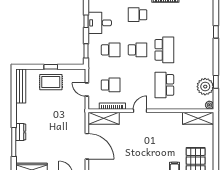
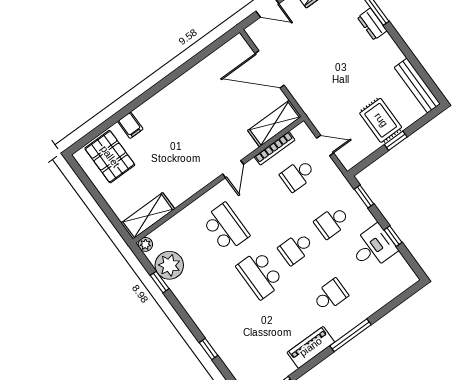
rug: (51, 82) -> (381, 120), turned 90

